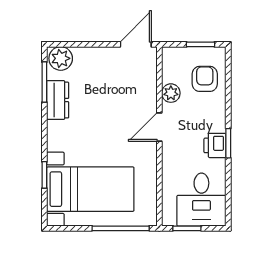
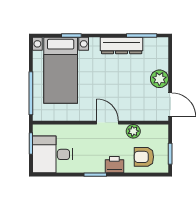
plant: (61, 58) -> (159, 79), moved
armchair: (205, 79) -> (144, 157), turned 180
dresser: (58, 100) -> (122, 46), width x1.44
printer: (215, 145) -> (114, 165), moved

